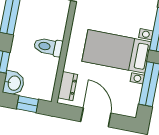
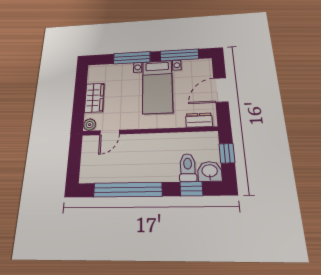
toilet: (48, 47) -> (188, 168), moved, turned 180

